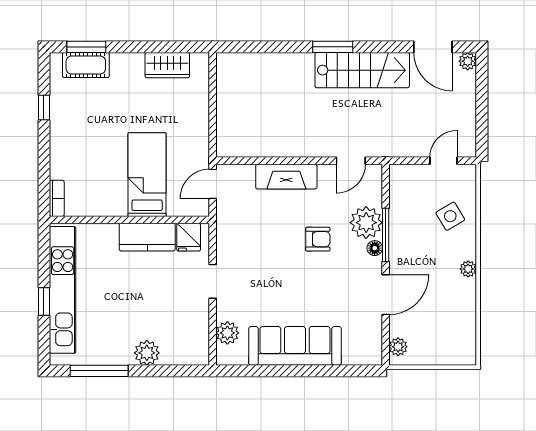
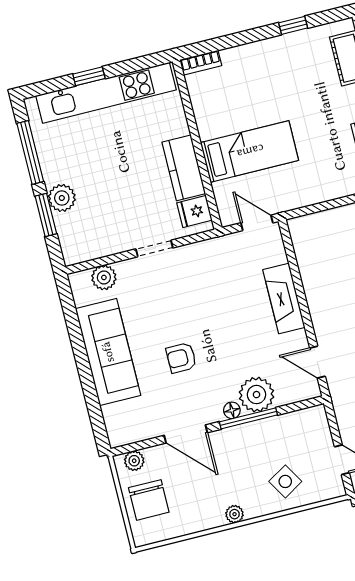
armchair: (318, 239) -> (181, 358), moved, turned 90
chair: (436, 342) -> (149, 500), added
window: (158, 371) -> (46, 215), added

